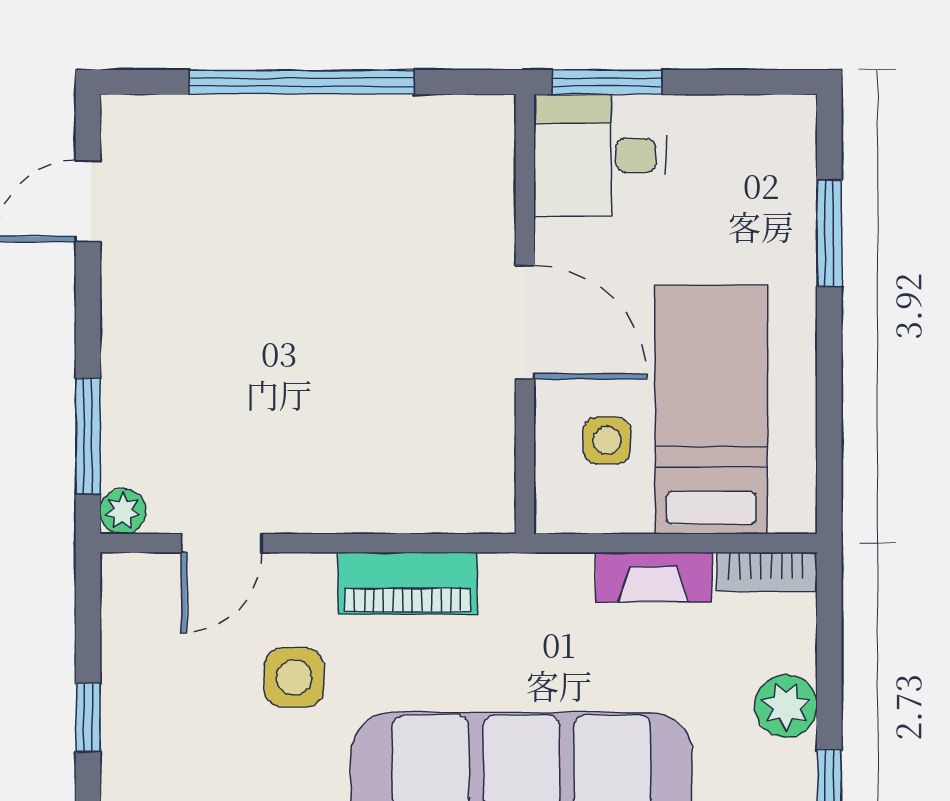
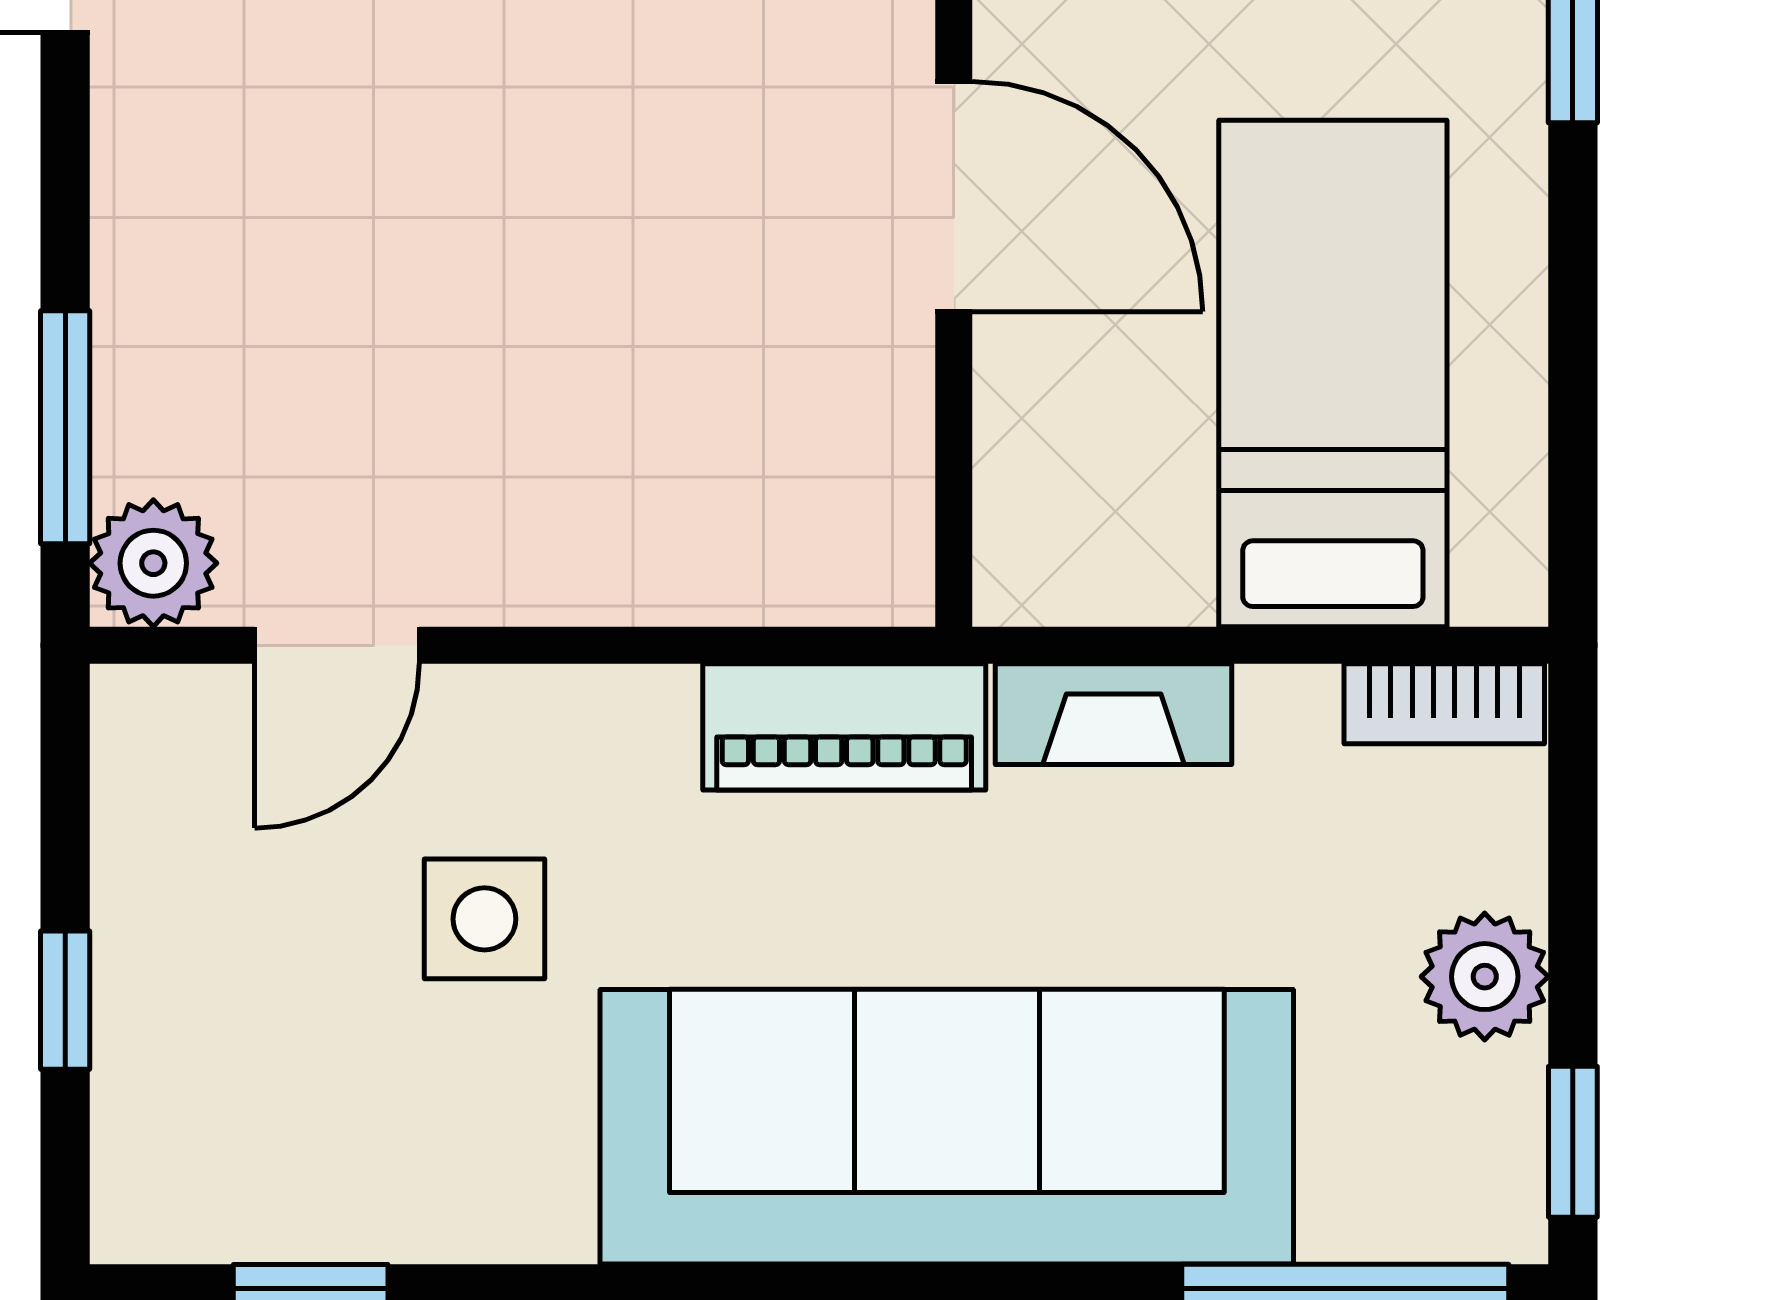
side table: (607, 440) -> (1121, 436), removed
plant: (123, 511) -> (153, 563), width x1.38, depth x1.38
fireplace: (654, 577) -> (1114, 714), moved
piano: (407, 583) -> (844, 727), moved

